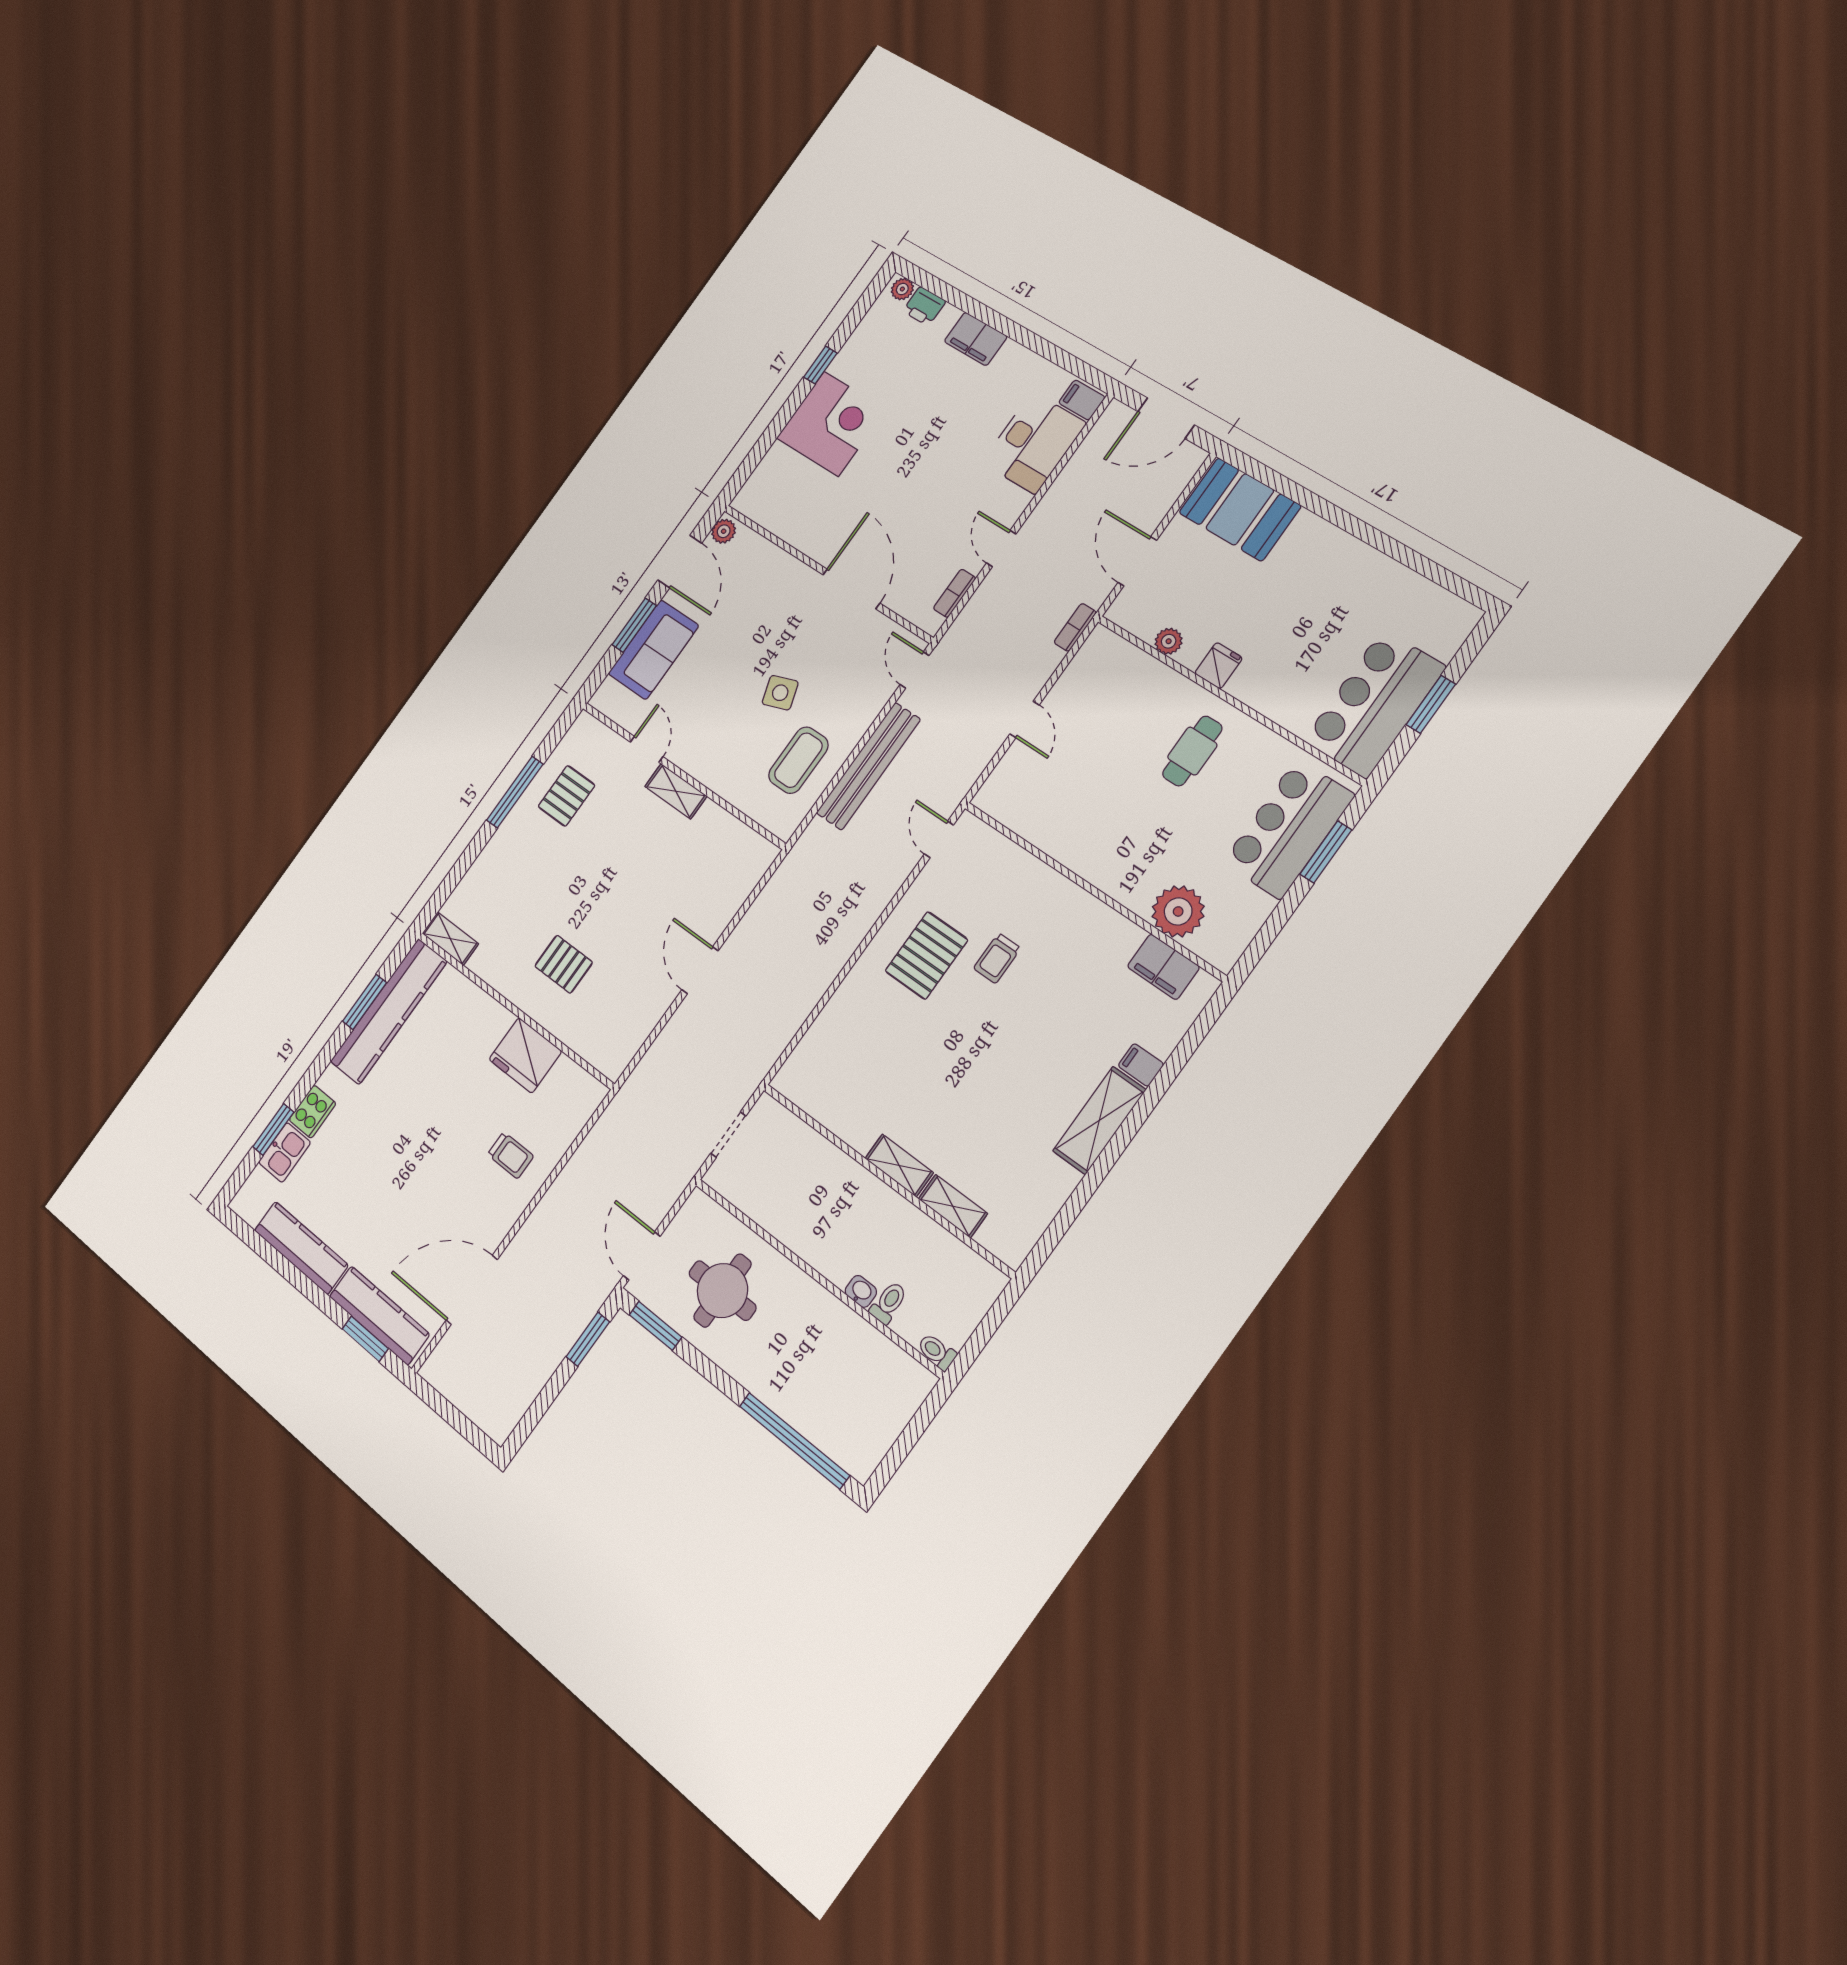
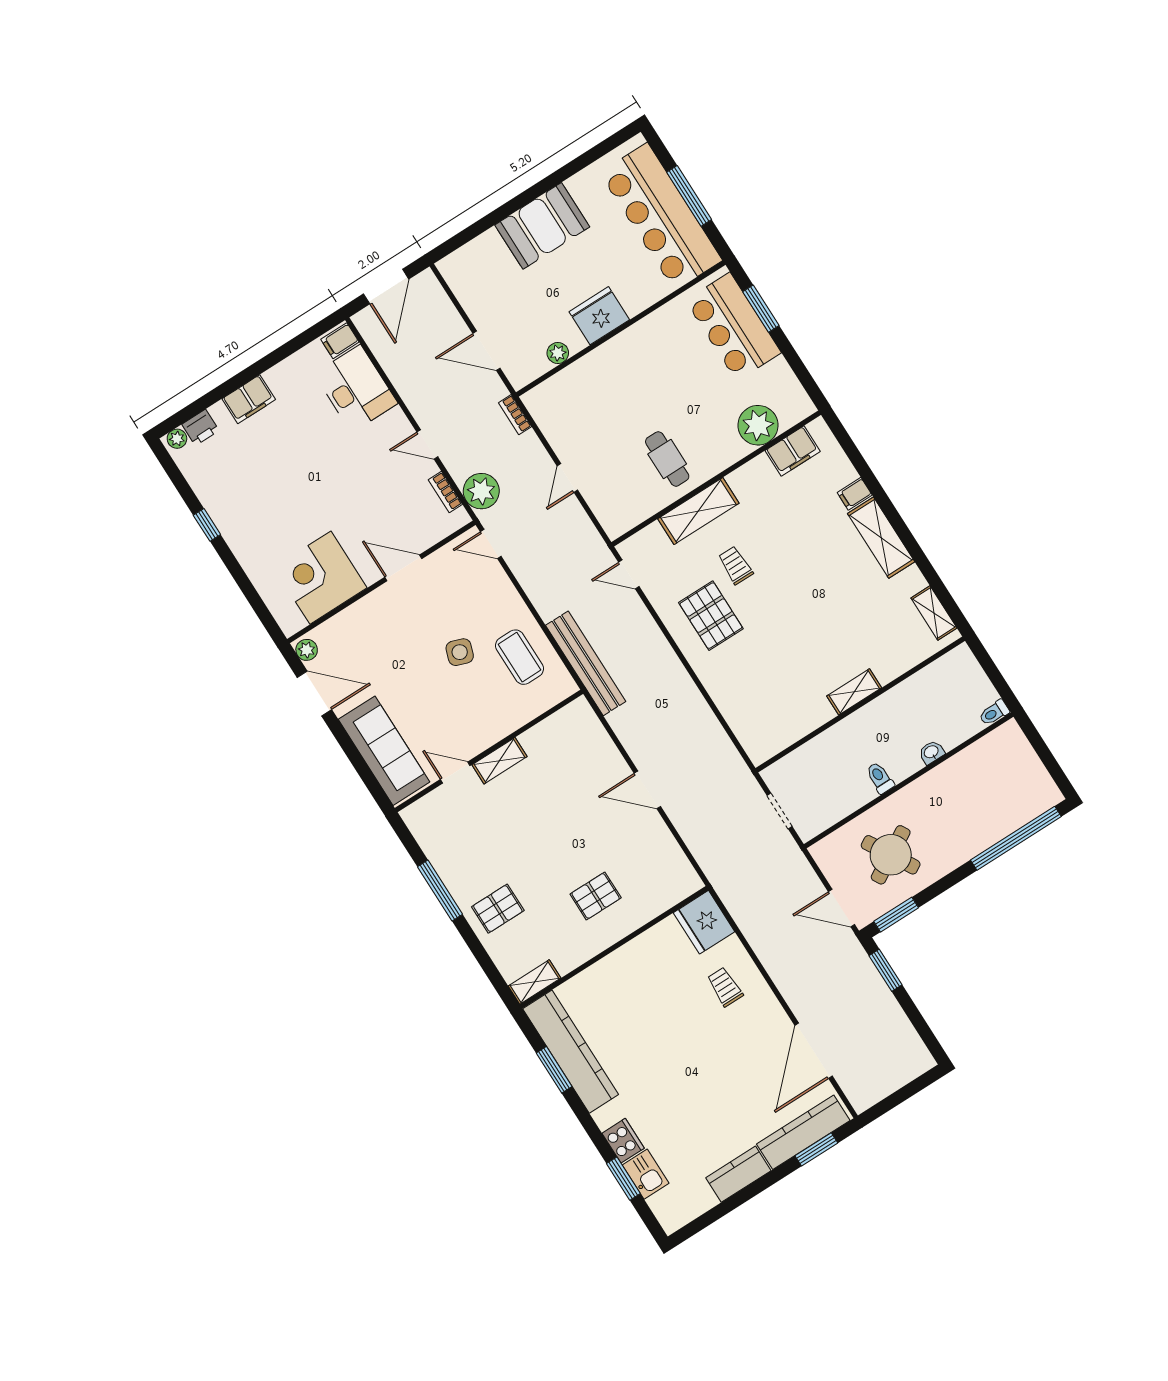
corner desk: (831, 424) -> (320, 578), moved, turned -90
booth: (1240, 509) -> (542, 226), moved
door: (851, 589) -> (403, 568), width x0.73
window: (634, 625) -> (349, 748), removed
plant: (971, 632) -> (481, 491), added
sofa: (653, 650) -> (384, 751), width x1.36
fridge: (1219, 666) -> (599, 316), width x1.88, depth x1.34
side table: (780, 693) -> (460, 652), turned 38
bar counter: (1375, 704) -> (661, 217), width x1.36
window: (1431, 704) -> (689, 196), width x1.44
door: (1025, 719) -> (567, 478), swing flipped
cafe table: (1192, 751) -> (667, 459), moved
bench: (868, 766) -> (586, 663), moved
pallet: (566, 796) -> (498, 909), moved, turned 90
shelving: (1045, 887) -> (698, 511), added
trolley: (997, 958) -> (735, 565), turned 180
fridge: (525, 1055) -> (704, 922), moved, turned 90
trolley: (511, 1155) -> (725, 987), turned -90
shelving: (953, 1206) -> (934, 613), moved, turned 90
kitchen counter: (301, 1248) -> (738, 1174), width x0.67
round table: (722, 1291) -> (891, 855), turned -30
toilet: (888, 1303) -> (880, 778), moved

